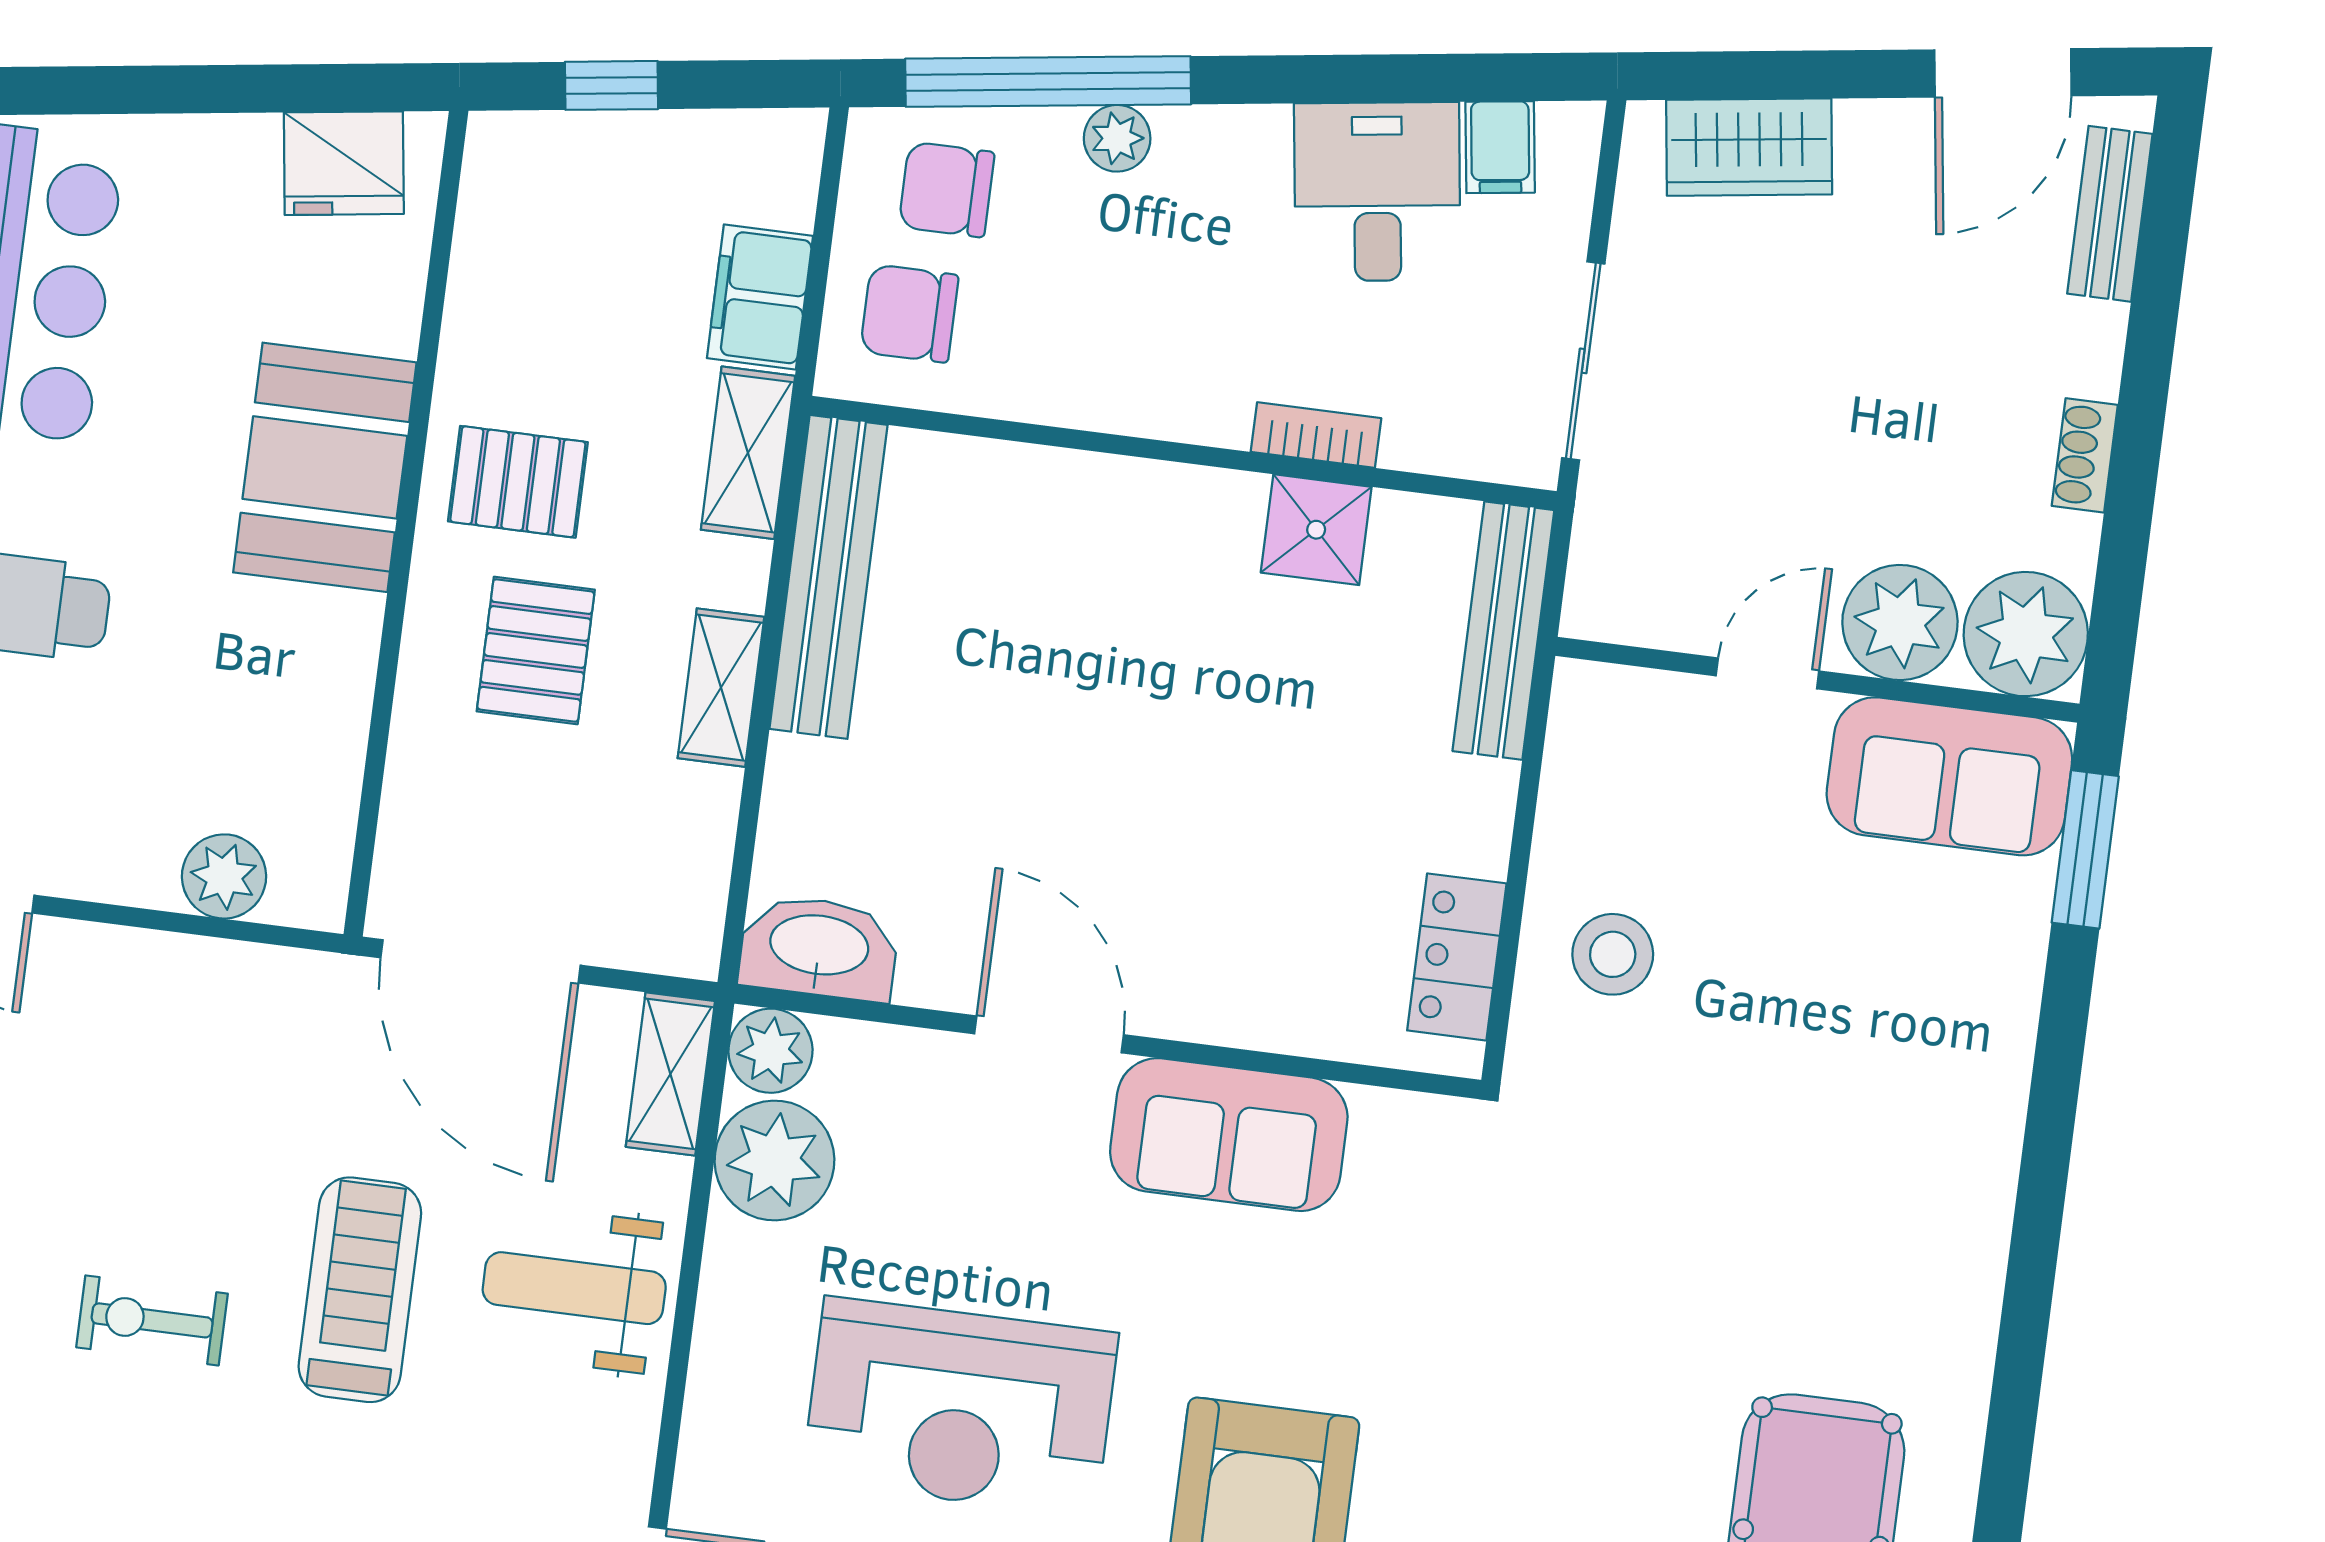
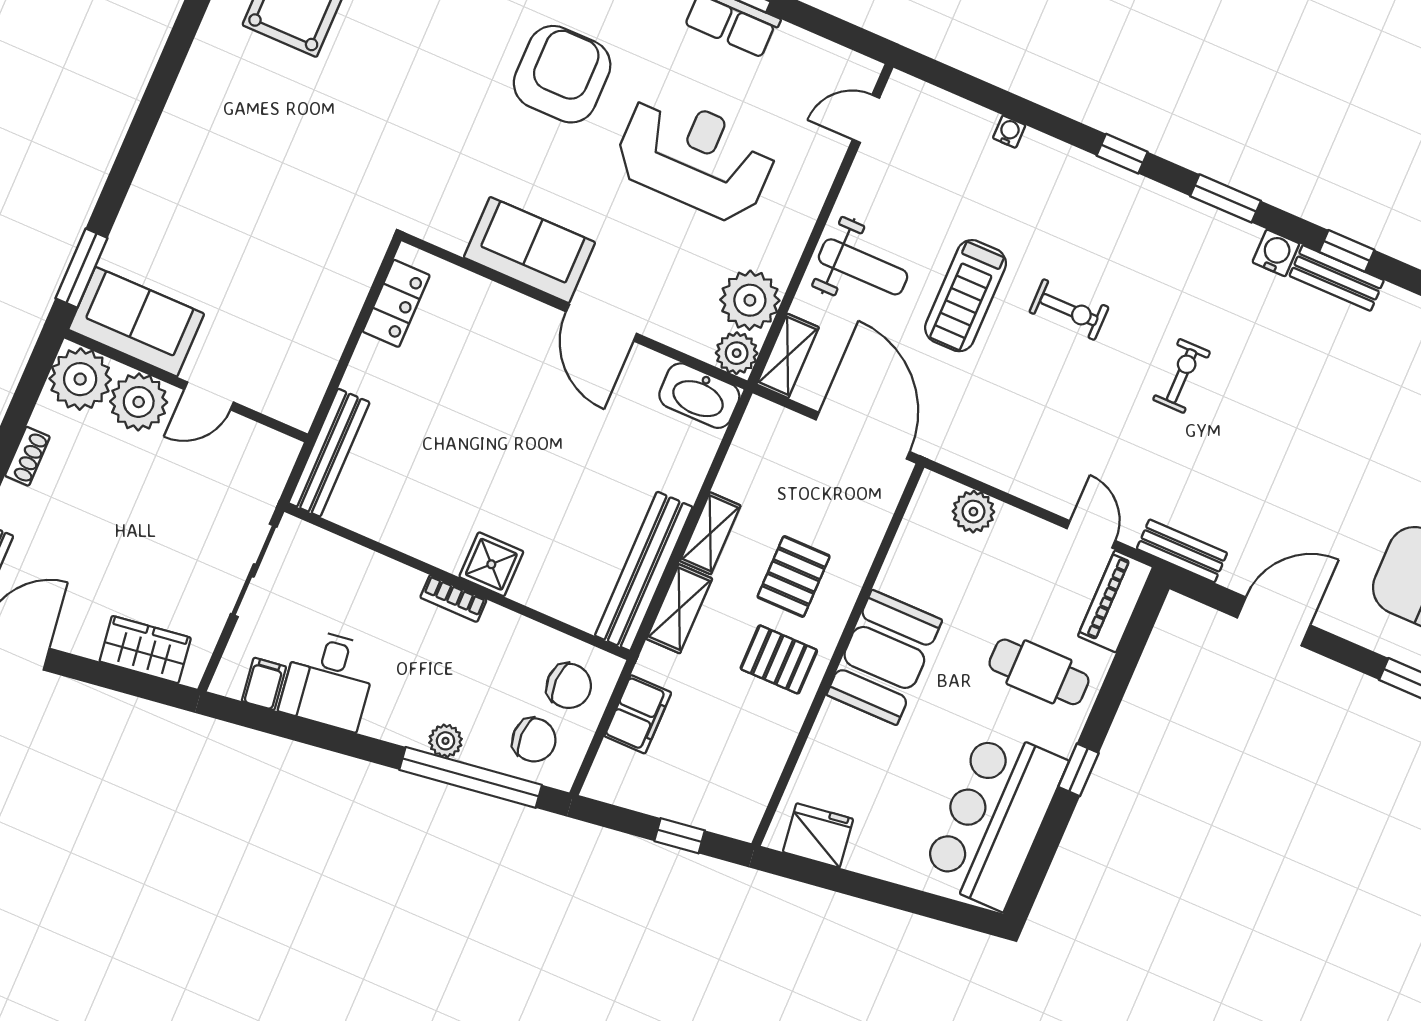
bookcase: (1316, 435) -> (453, 599), moved
shelving: (748, 453) -> (679, 609), moved
booth: (325, 467) -> (884, 657), moved
shower: (1316, 530) -> (491, 564), moved
stool: (1613, 954) -> (321, 283), removed

